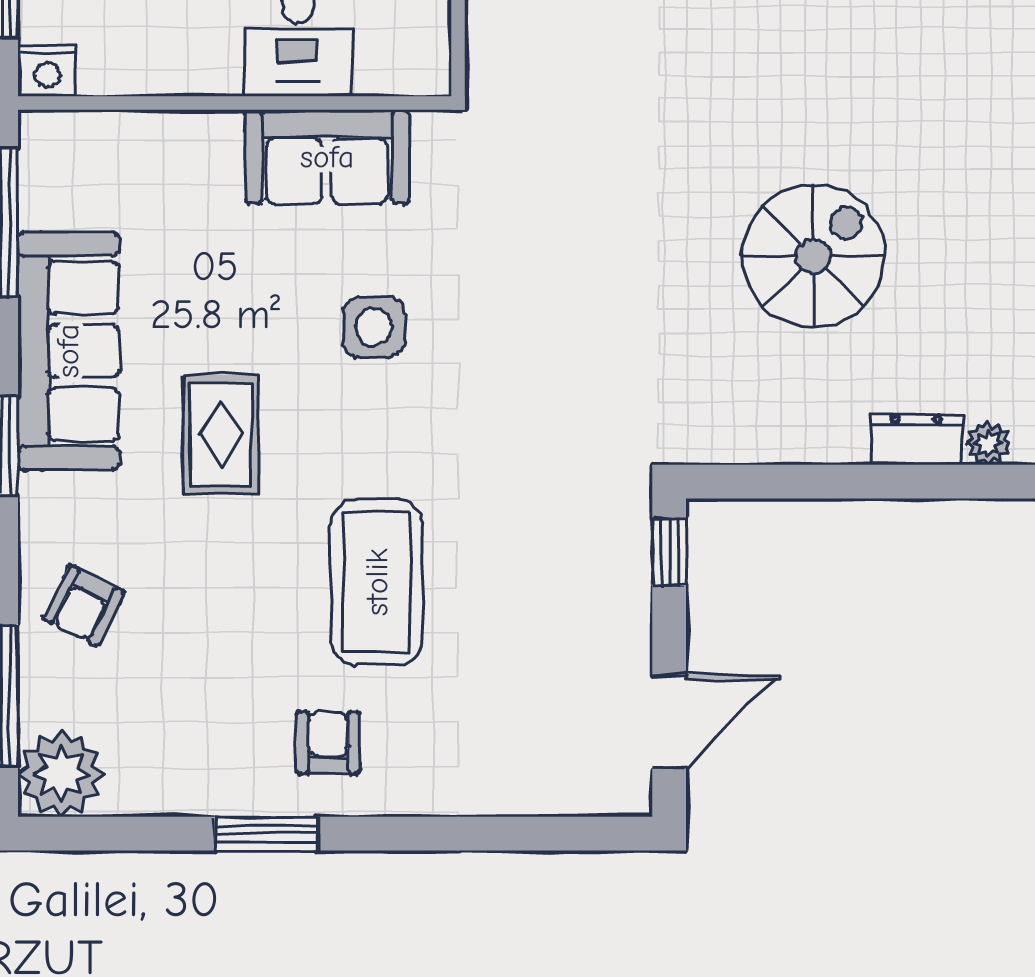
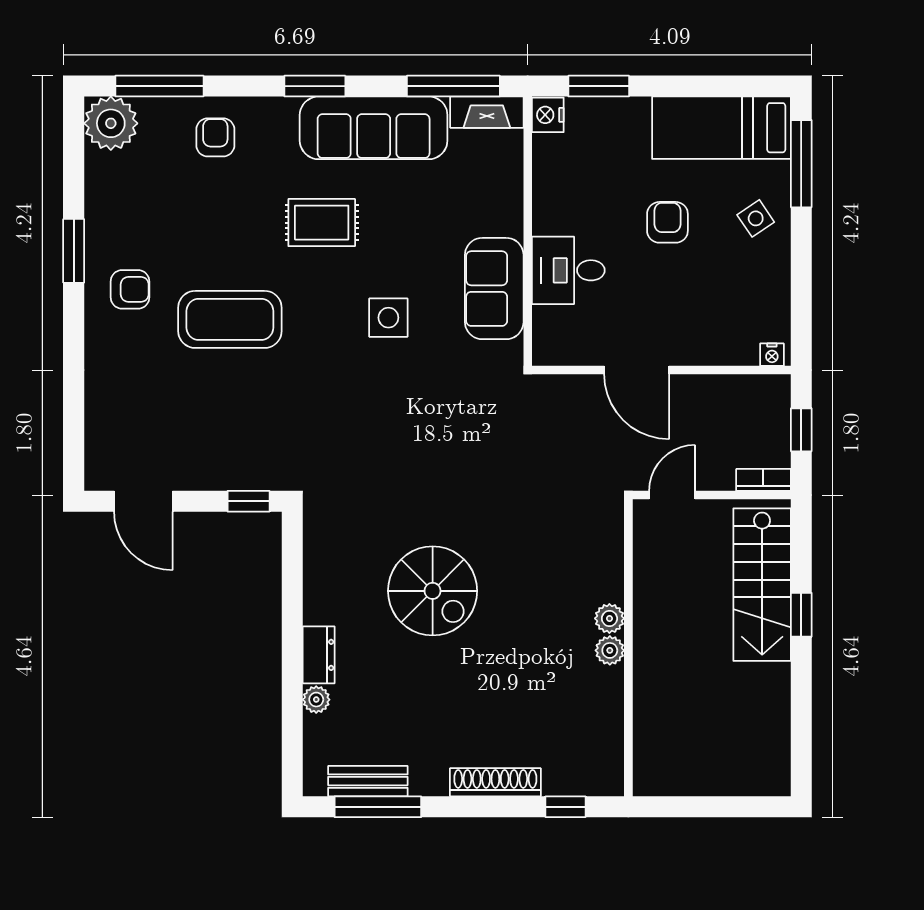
fireplace: (43, 169) -> (487, 112), added
armchair: (84, 606) -> (215, 137), turned 63

